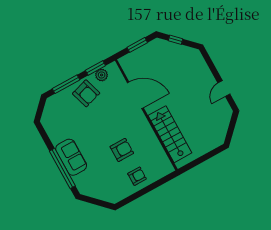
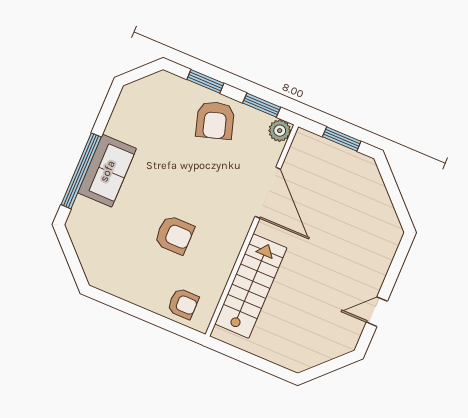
window: (176, 40) -> (392, 188), removed
plant: (102, 75) -> (280, 131), moved
window: (66, 84) -> (205, 81), width x0.69
armchair: (137, 176) -> (183, 304), moved

